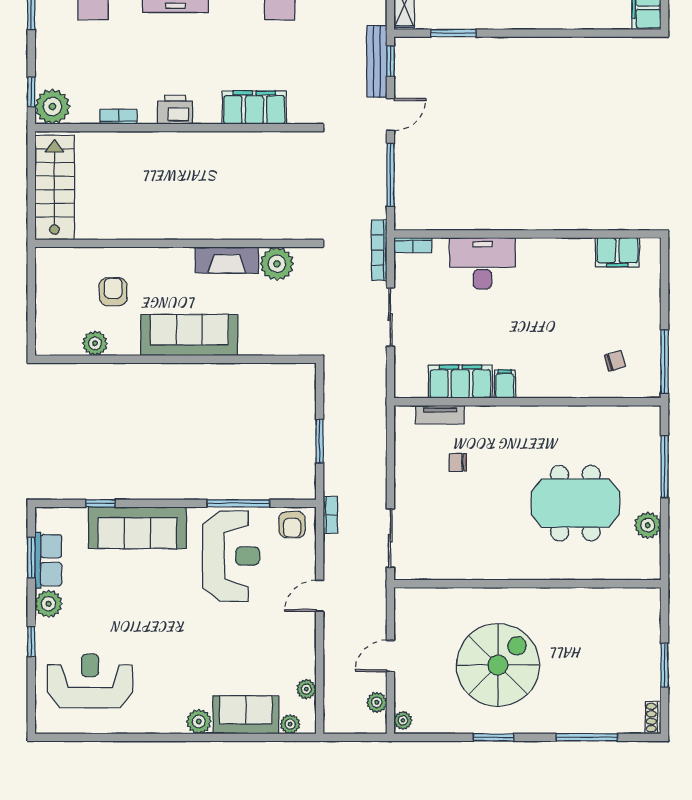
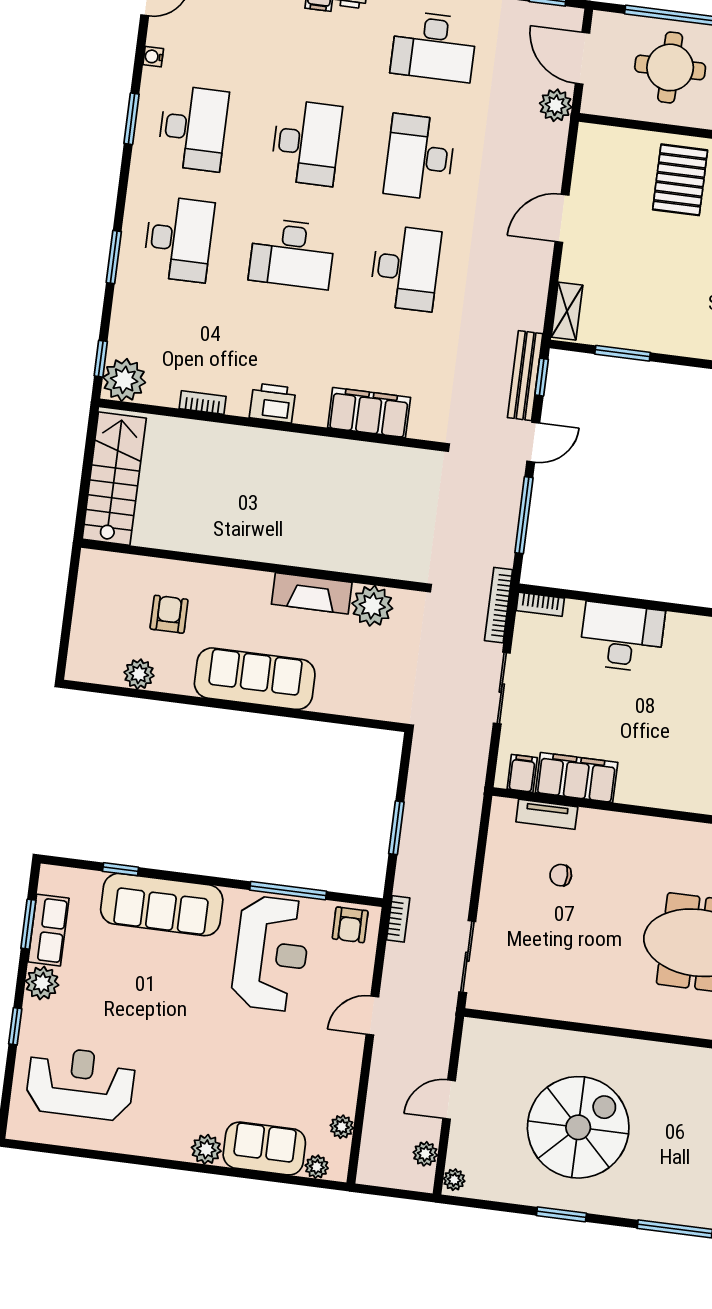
filing cabinet: (505, 384) -> (522, 773), moved

